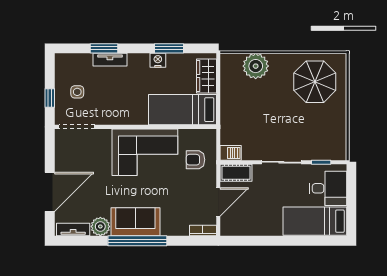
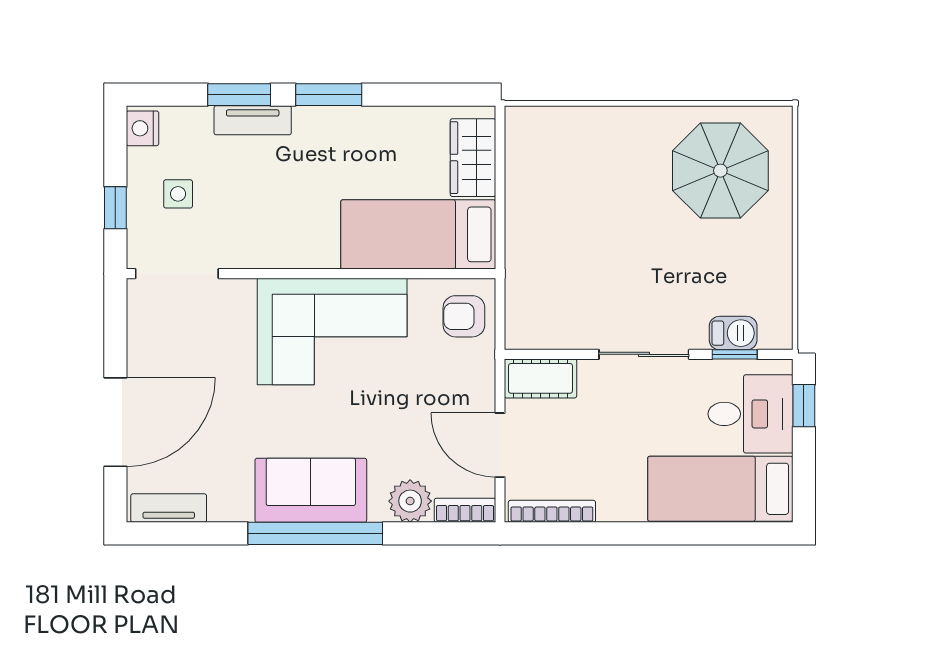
window: (169, 48) -> (329, 95), moved
nightstand: (158, 60) -> (143, 128), moved, turned -90
plant: (256, 66) -> (585, 135), removed
barbecue: (231, 153) -> (733, 333), moved
armchair: (195, 160) -> (464, 316), moved
window: (351, 185) -> (804, 406), added
door: (218, 202) -> (500, 445), swing flipped
plant: (100, 226) -> (410, 501), moved
bookcase: (241, 231) -> (552, 511), added

